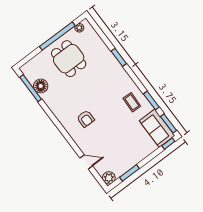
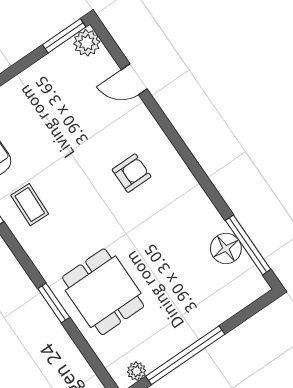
dining table: (69, 59) -> (103, 292), moved
armchair: (86, 119) -> (132, 173), turned 90
window: (129, 173) -> (64, 36), moved

